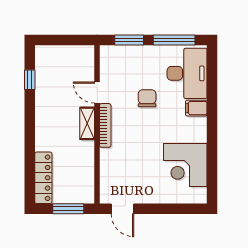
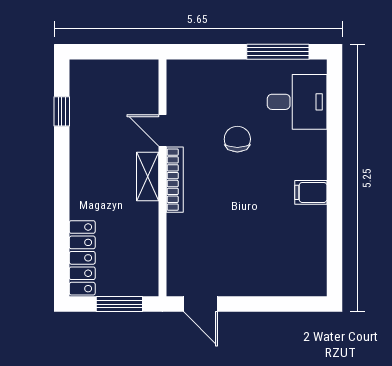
window: (129, 40) -> (210, 52), removed
desk: (187, 73) -> (297, 102), width x0.73
filing cabinet: (196, 108) -> (311, 192), moved
corner desk: (185, 165) -> (294, 239), removed

